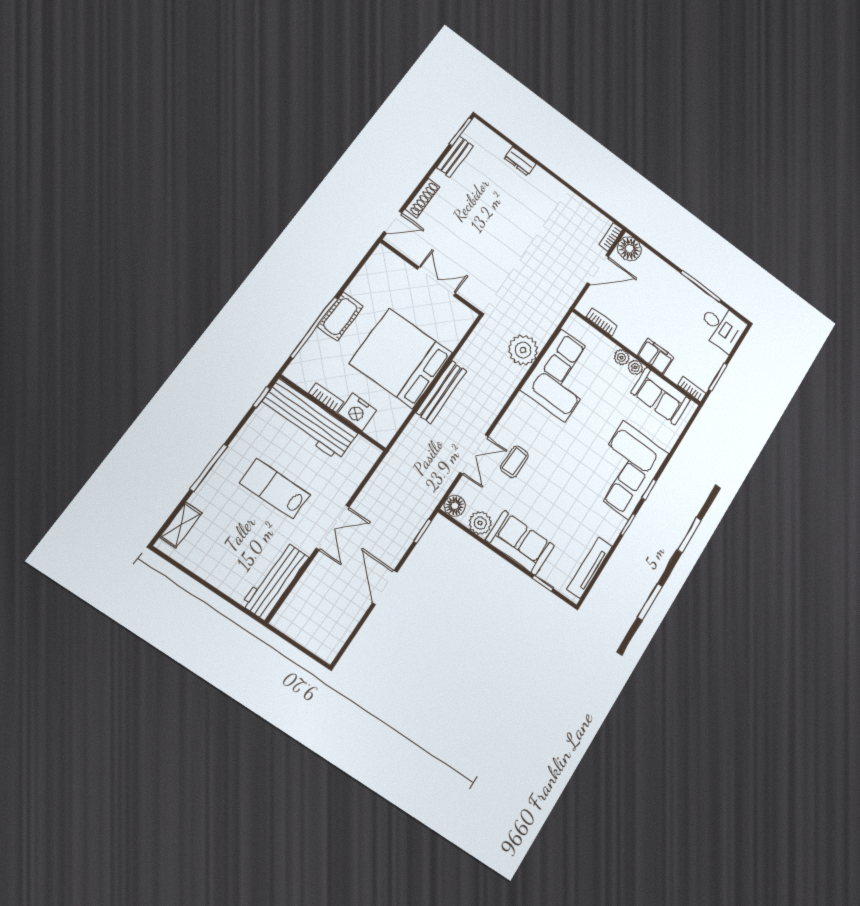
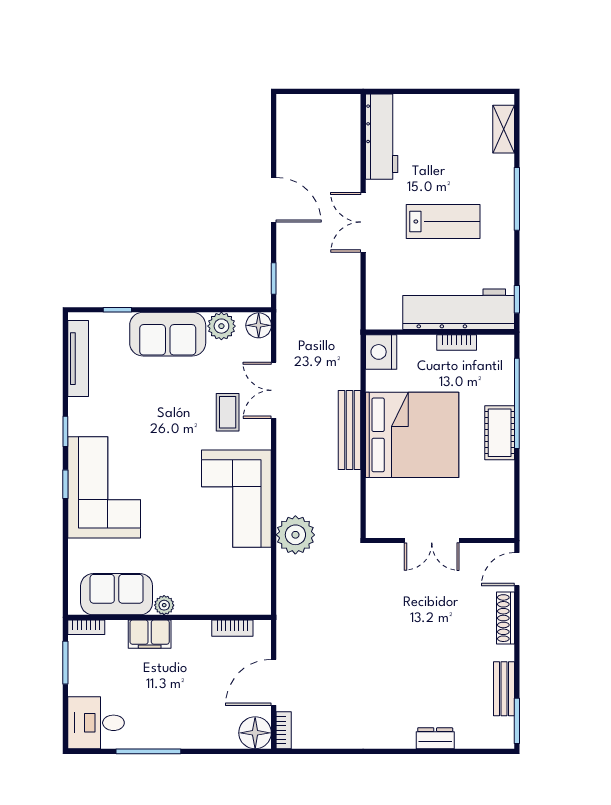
plant: (622, 357) -> (186, 605), removed
corner sofa: (563, 375) -> (236, 499), moved
nightstand: (357, 412) -> (381, 352), moved, turned -90

